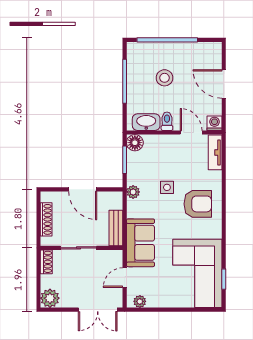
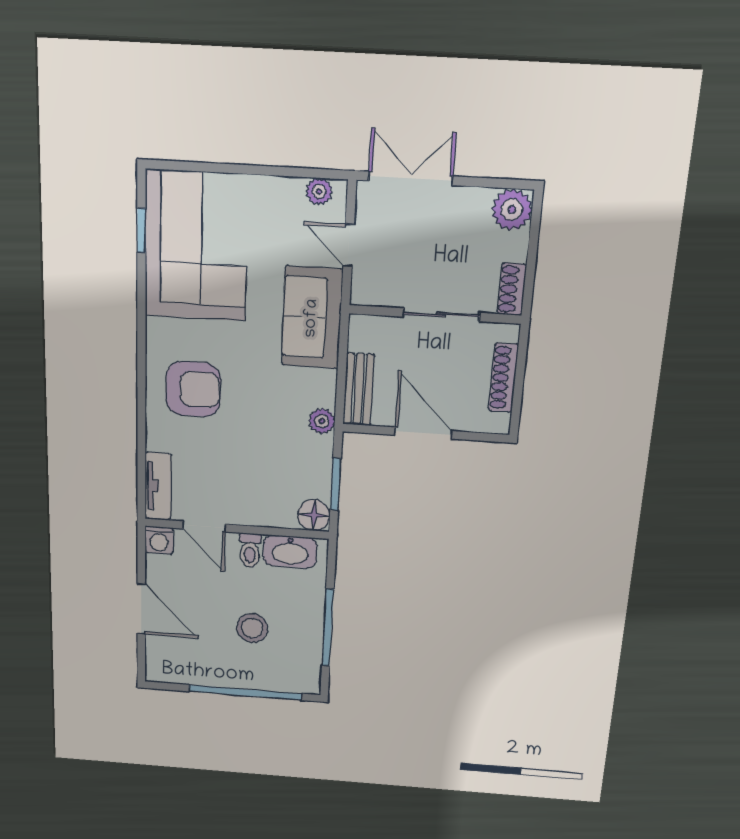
side table: (167, 187) -> (254, 426), removed
armchair: (198, 204) -> (193, 389), turned 180
bench: (116, 228) -> (359, 389), moved
door: (125, 278) -> (349, 245), swing flipped

